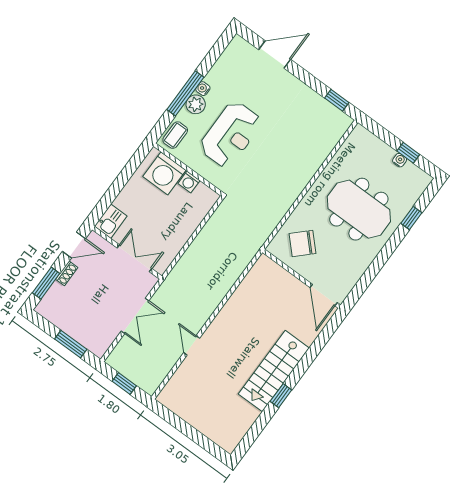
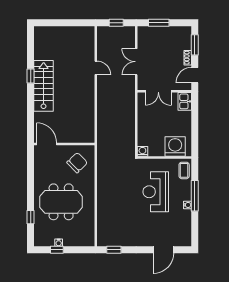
plant: (196, 104) -> (185, 194), removed
washing machine: (189, 182) -> (142, 151), moved

